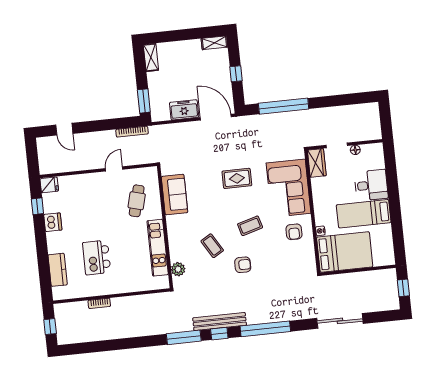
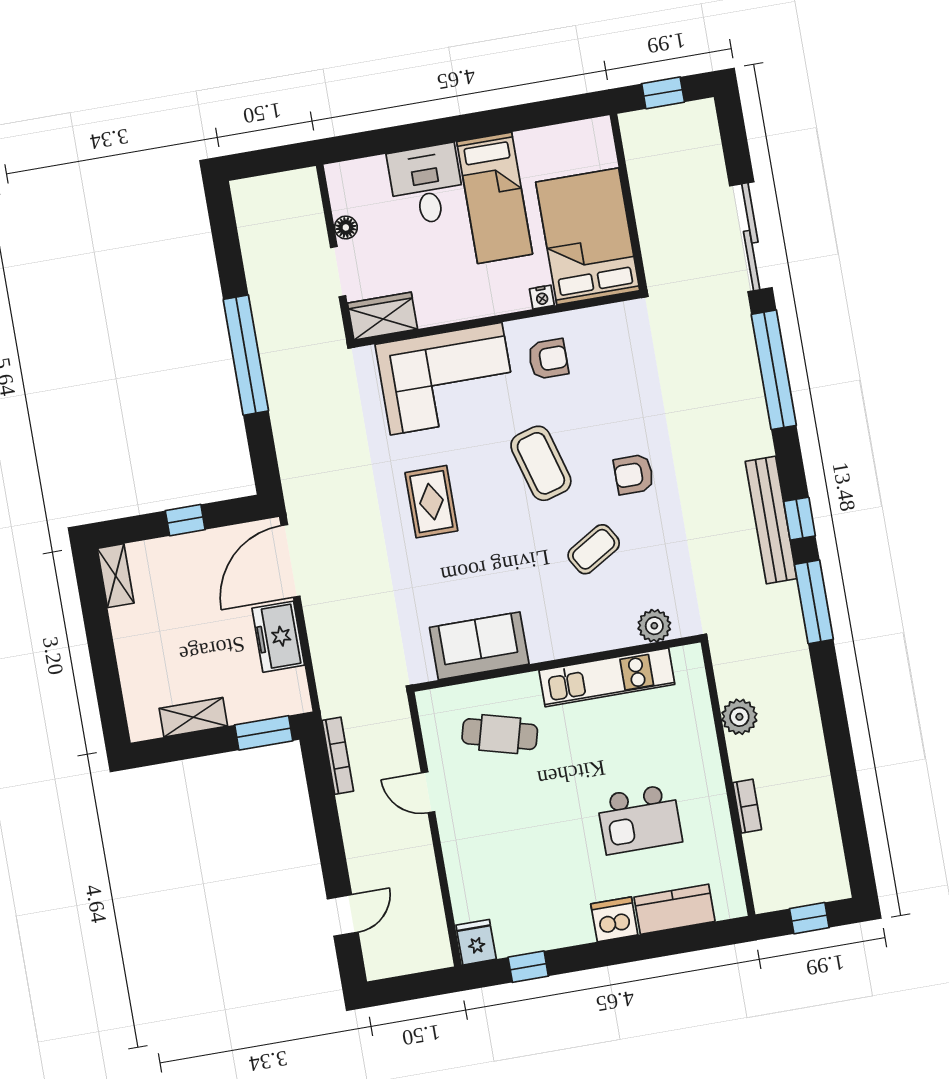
shelving: (151, 57) -> (193, 717), moved
window: (284, 106) -> (246, 355), moved
dishwasher: (53, 222) -> (614, 919), moved
coffee table: (250, 226) -> (541, 463), width x1.36, depth x1.30
armchair: (243, 265) -> (634, 474), turned -90
plant: (137, 303) -> (739, 717), added
window: (265, 329) -> (774, 370), moved

